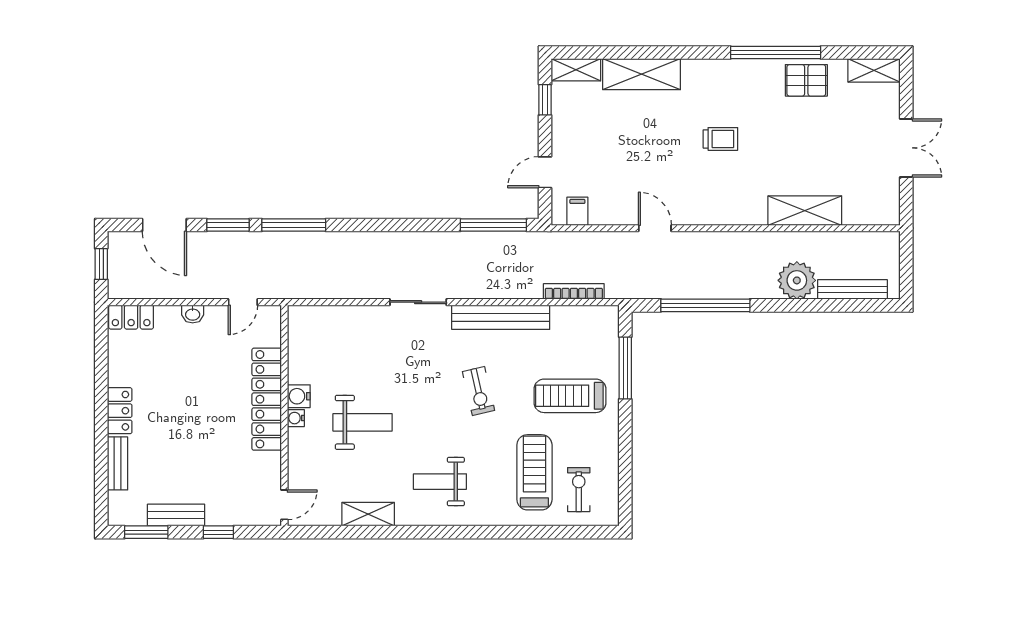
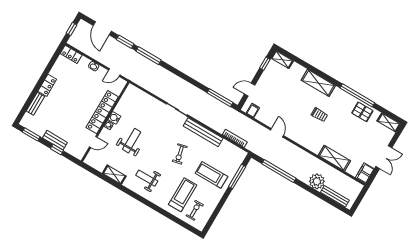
shelving: (642, 74) -> (318, 83), moved
filing cabinet: (886, 204) -> (365, 173), added
weight bench: (363, 422) -> (132, 141), turned -90
door: (284, 505) -> (93, 142), moved
bench: (176, 515) -> (55, 140), moved

